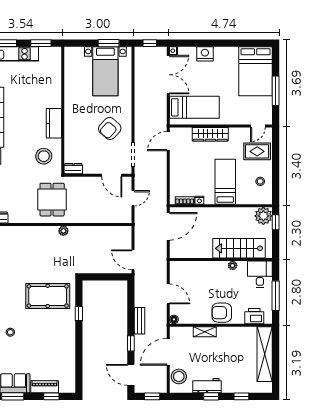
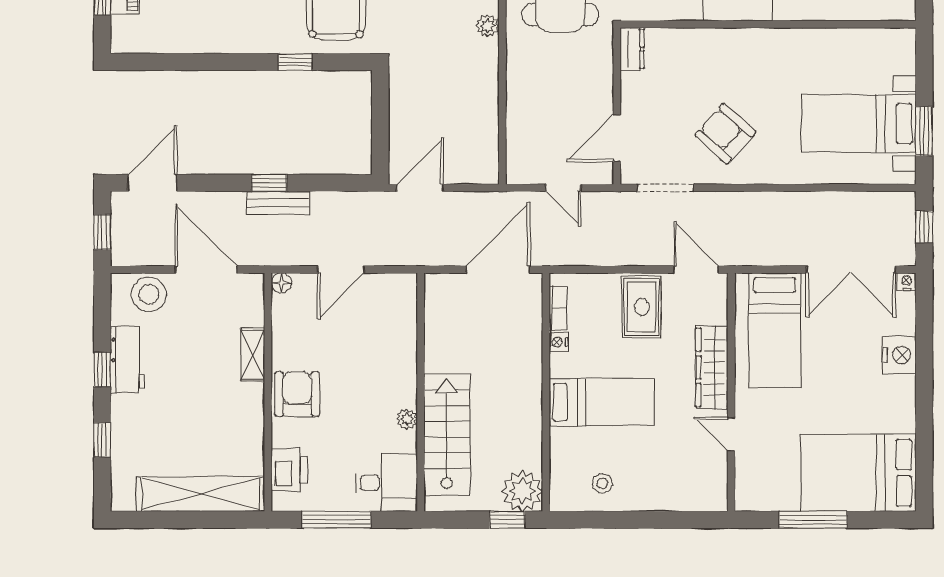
door: (258, 126) -> (731, 434), moved
rug: (257, 151) -> (642, 307), moved
door: (168, 226) -> (498, 270), swing flipped
window: (131, 343) -> (269, 183), moved

